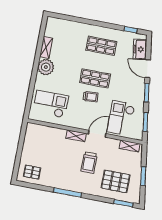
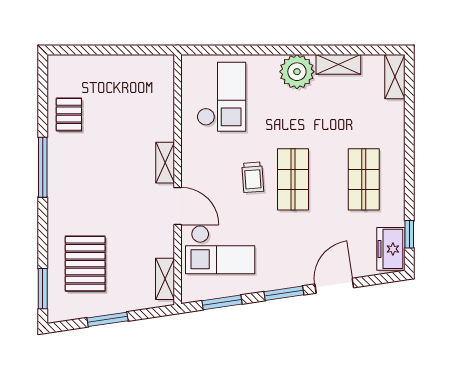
shelving: (57, 22) -> (395, 77), added
freezer: (140, 49) -> (391, 249), moved, turned -82
checkout: (121, 118) -> (220, 250), turned 180
trolley: (89, 163) -> (114, 200), removed
pallet: (32, 172) -> (69, 114), moved

